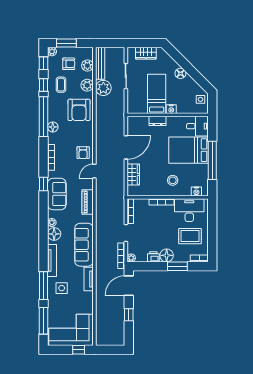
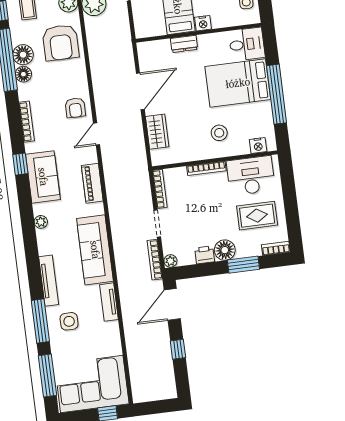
floor lamp: (54, 234) -> (23, 55), moved

